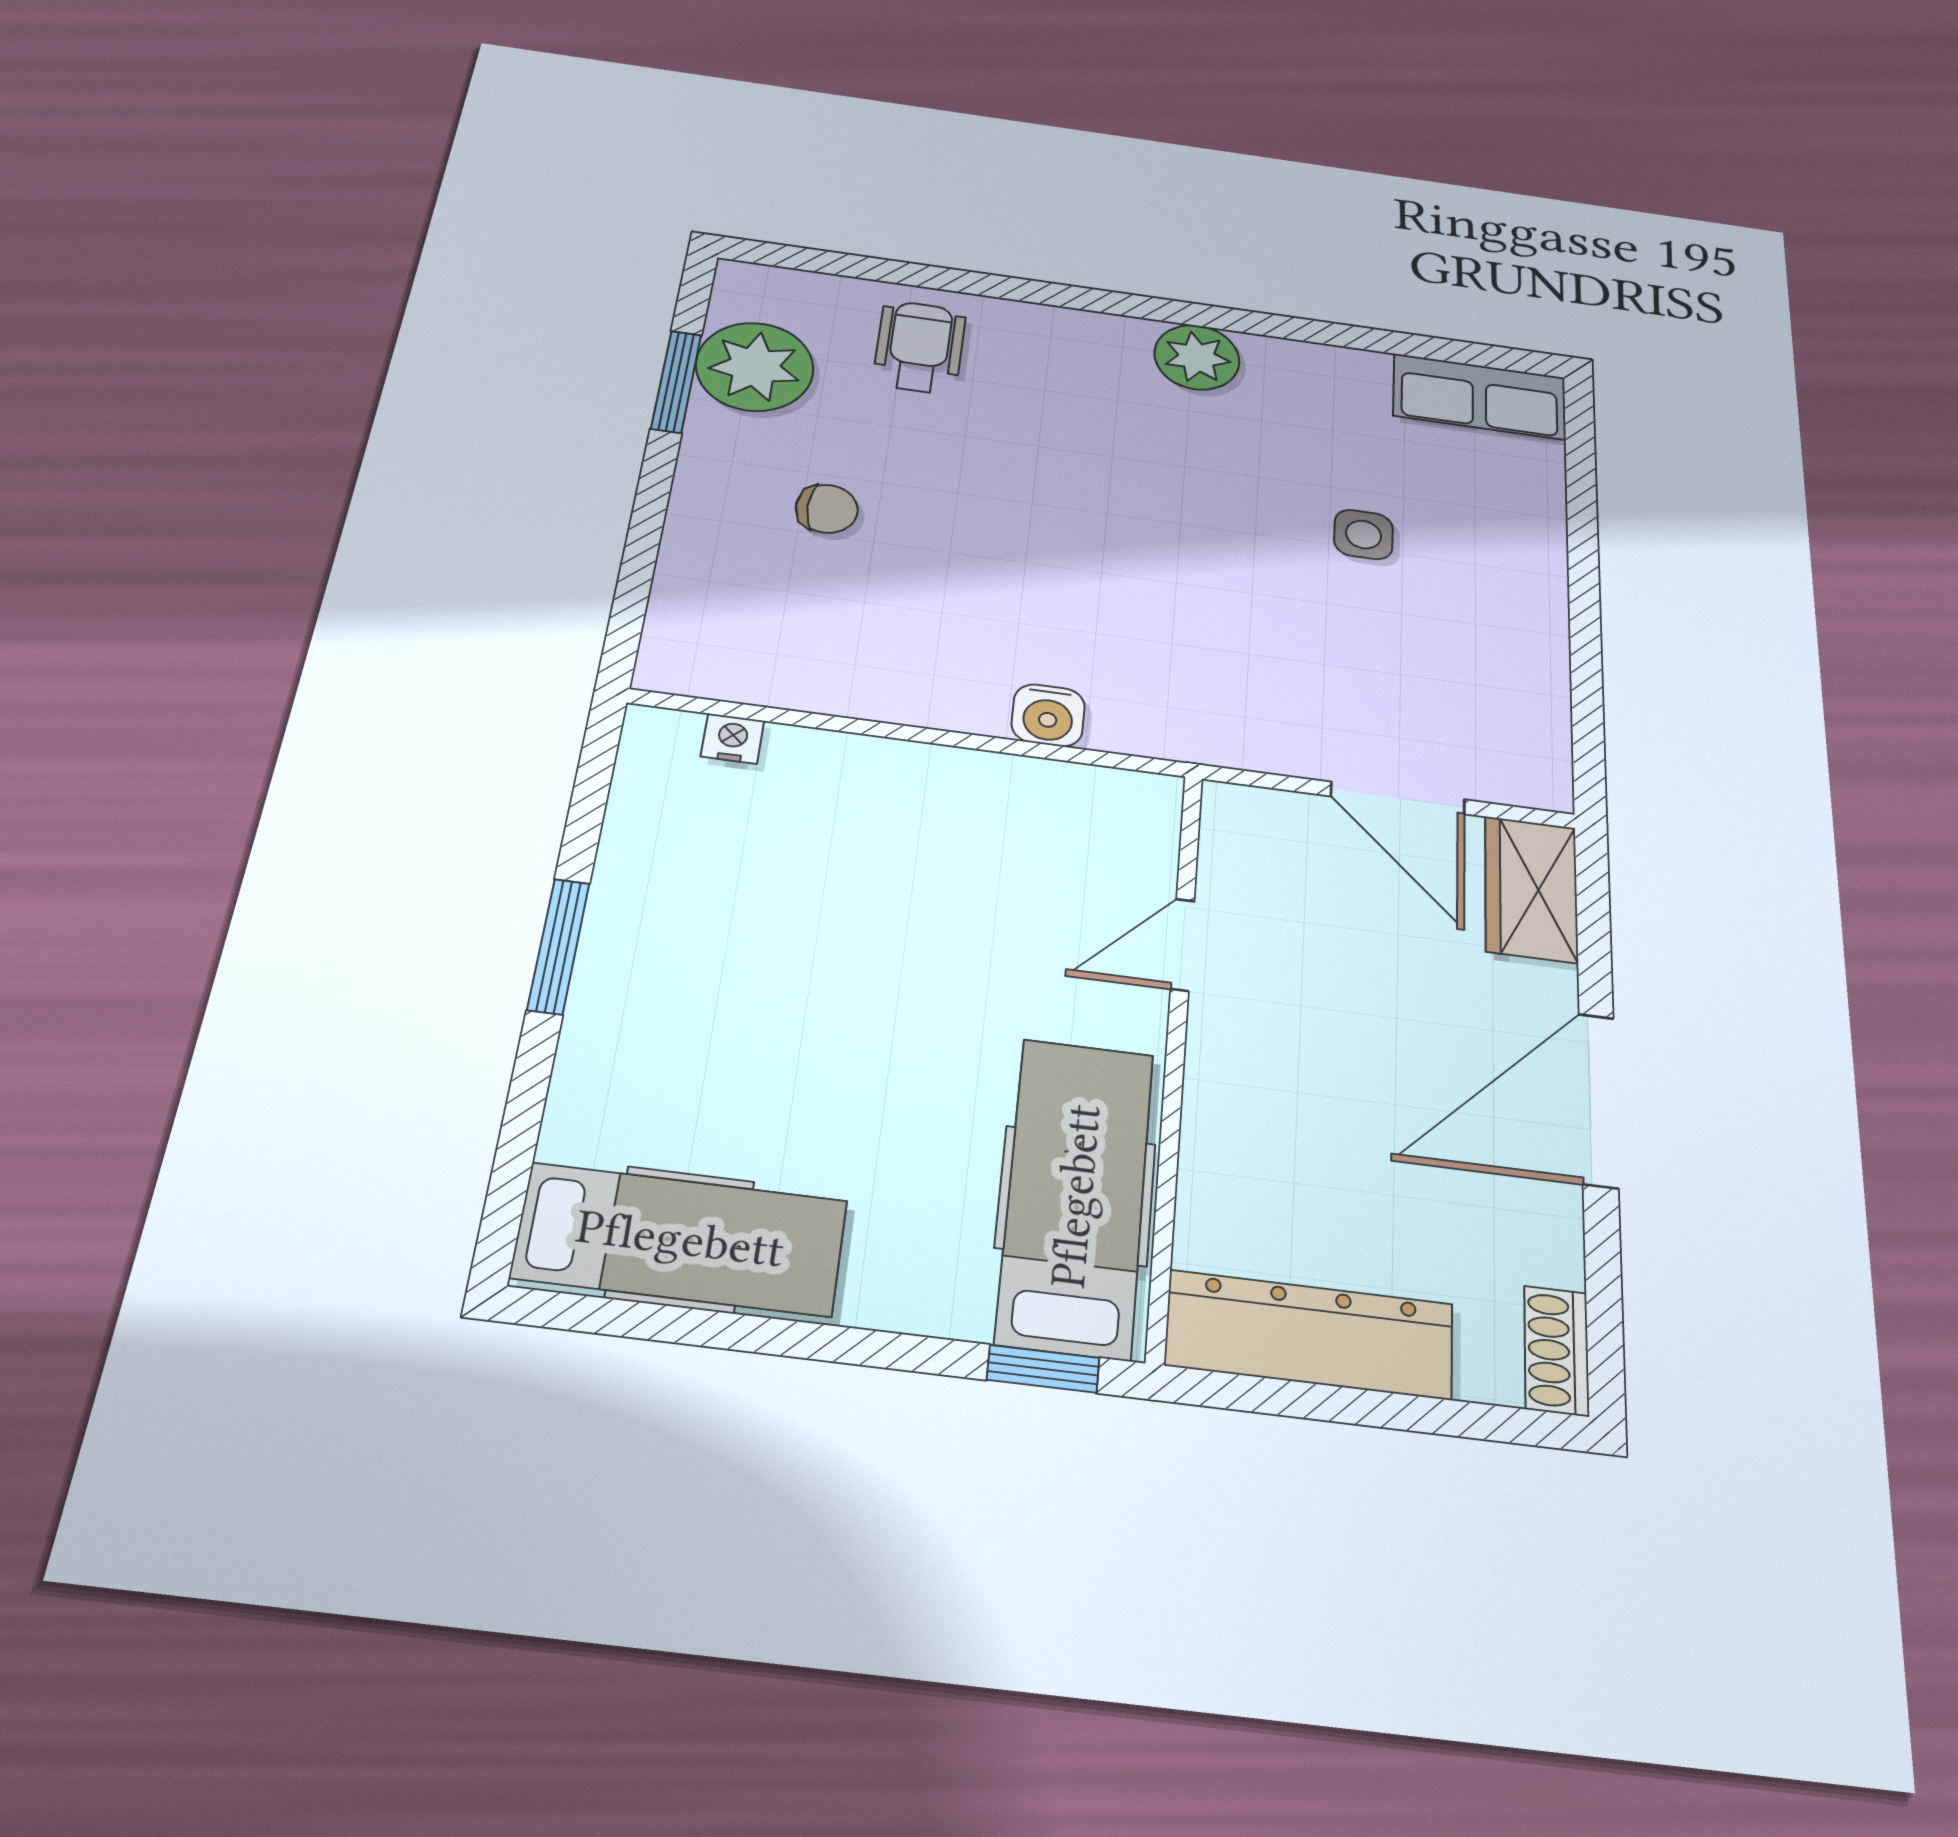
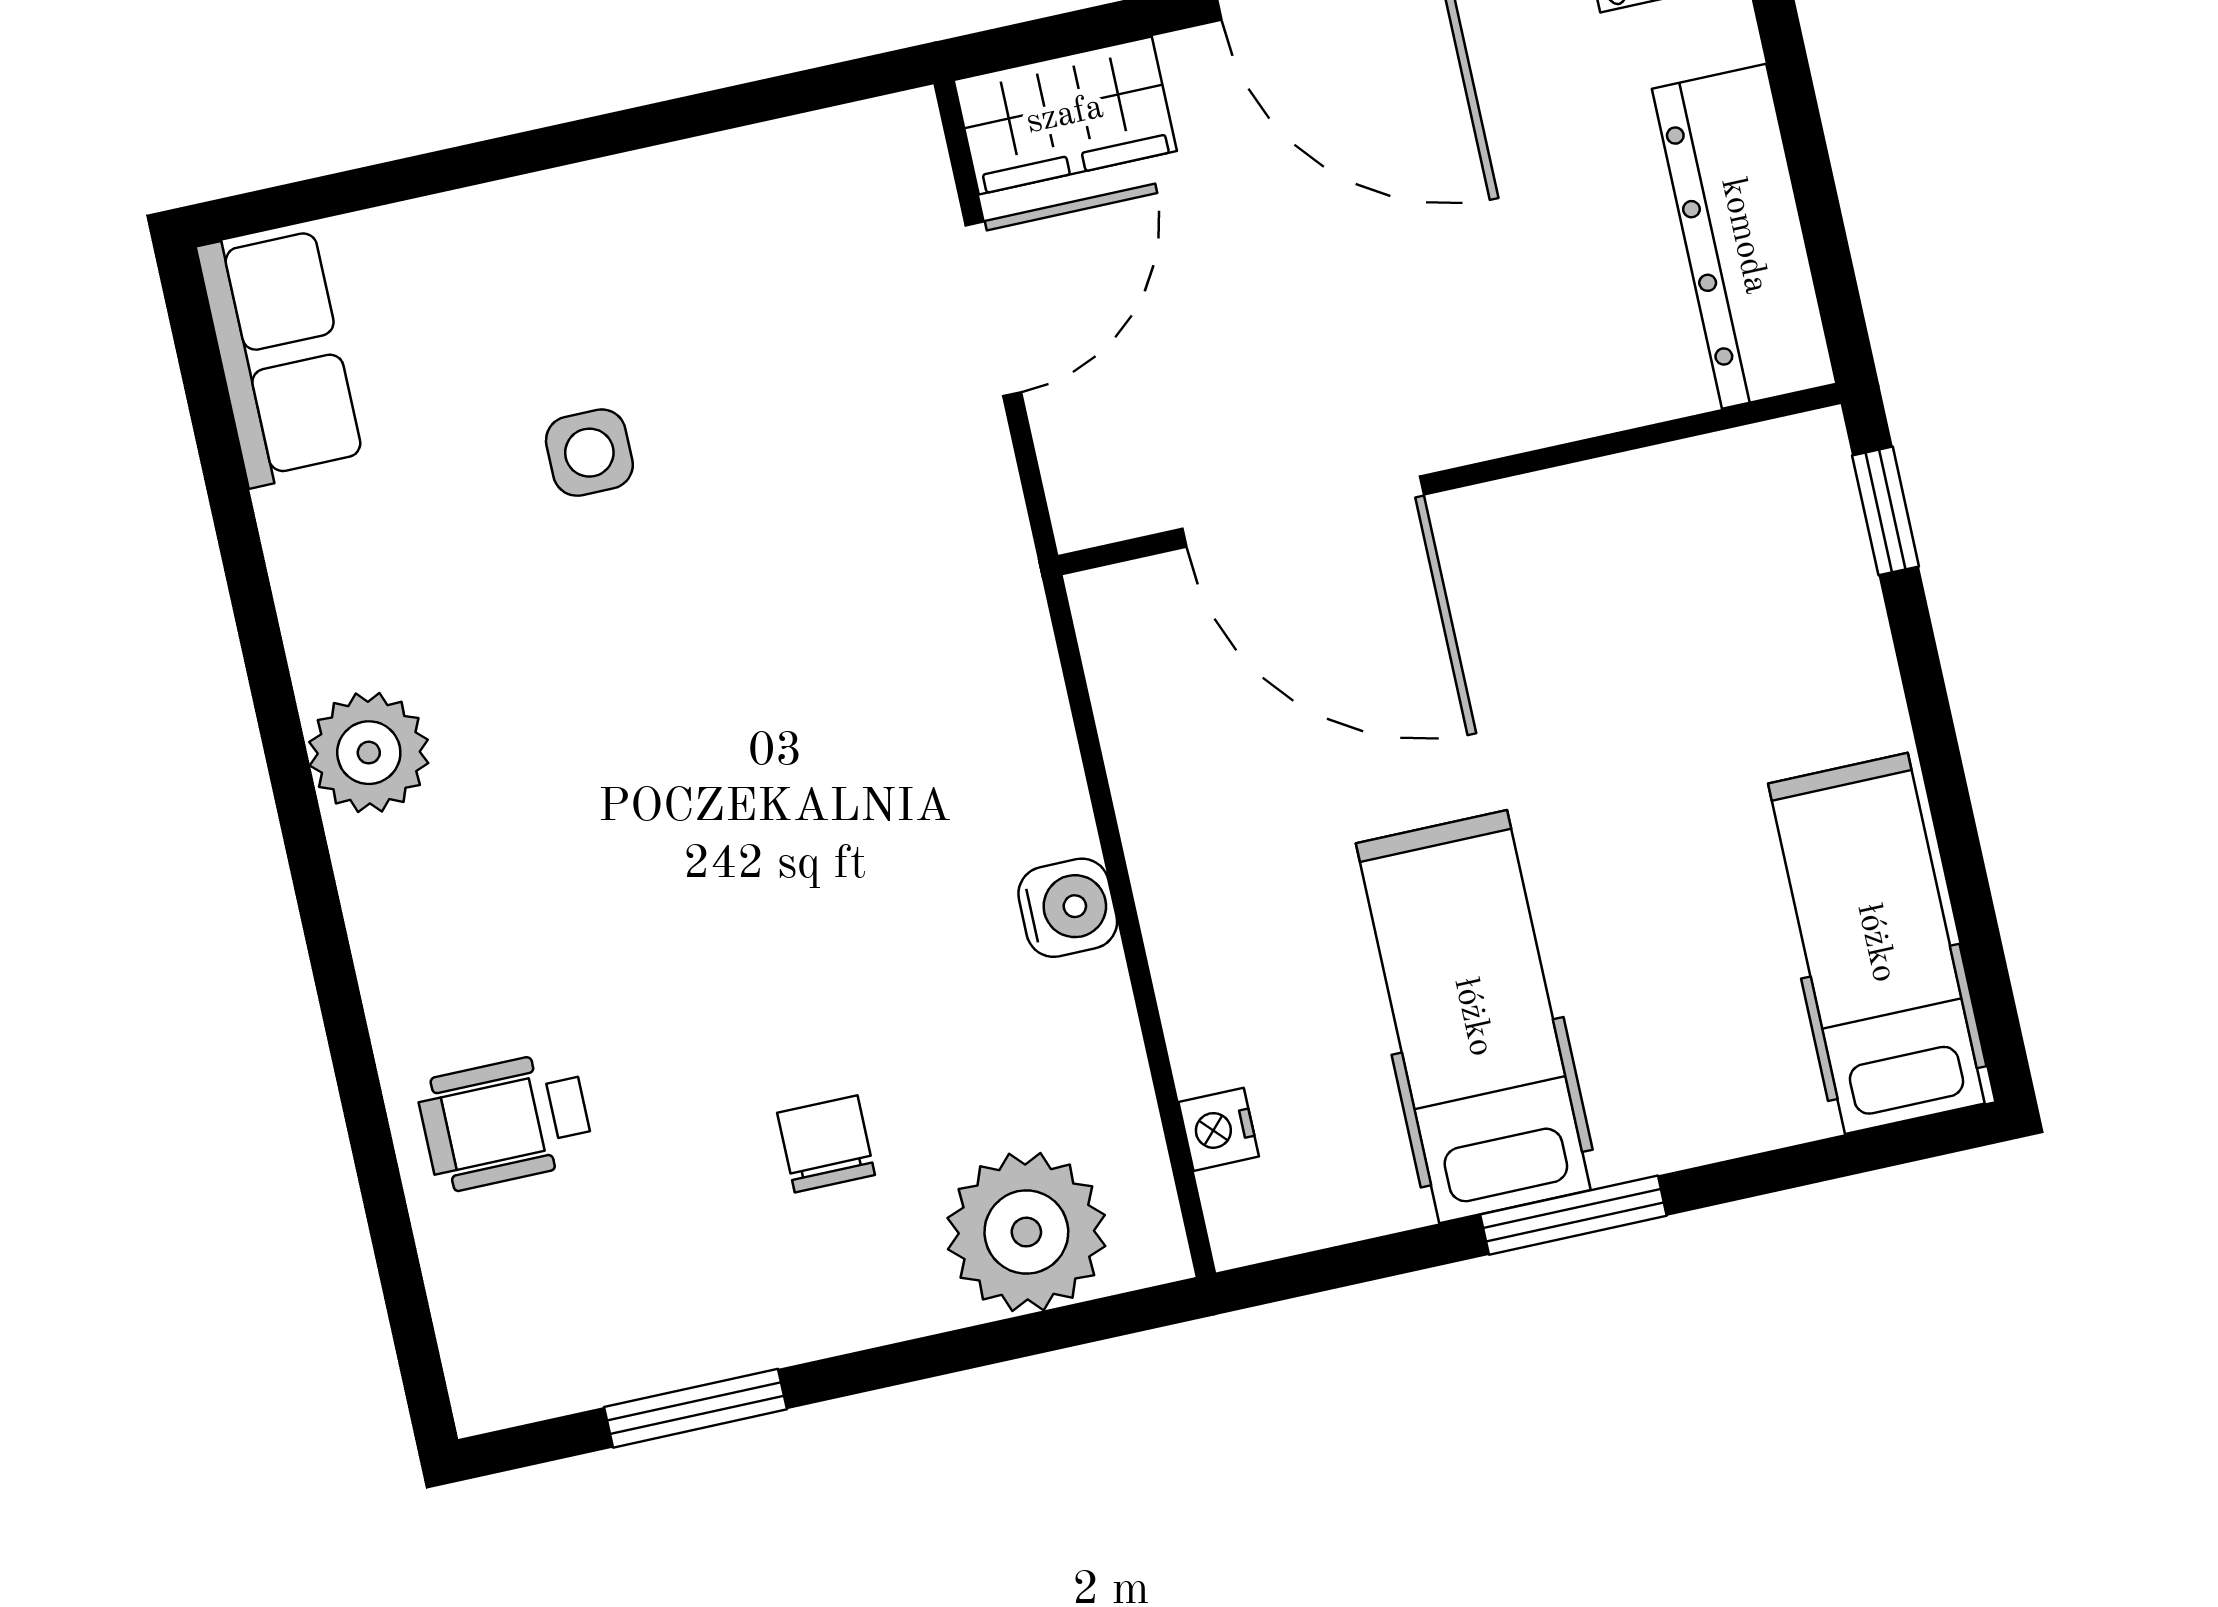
plant: (755, 367) -> (1026, 1232), moved
water cooler: (1048, 715) -> (1068, 908), moved
door: (1182, 945) -> (1303, 512), width x1.88
hospital bed: (1076, 1196) -> (1473, 1017), moved, turned 90

